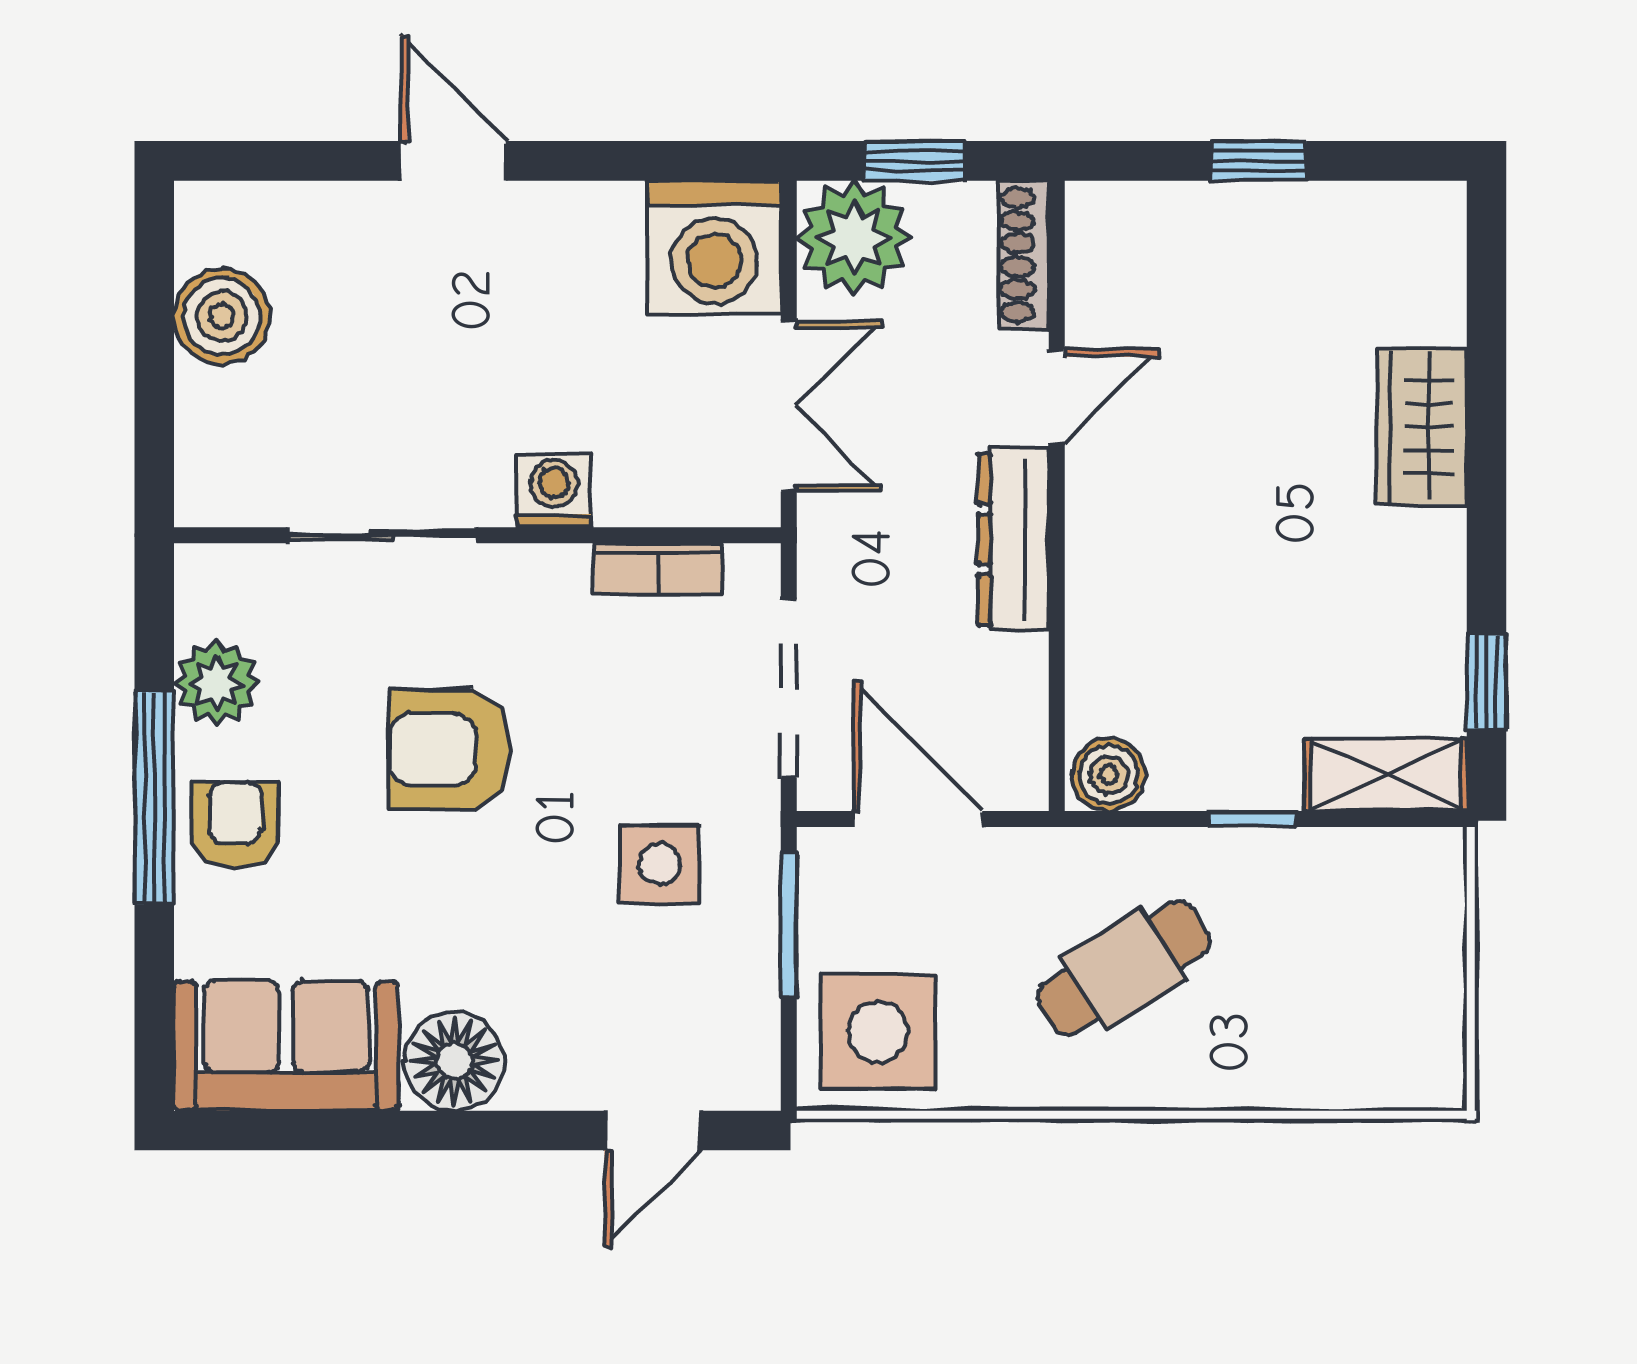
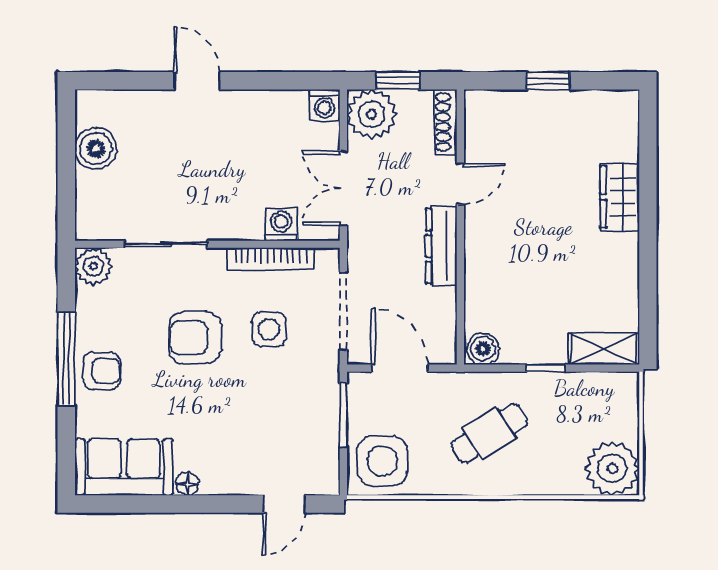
washing machine: (714, 247) -> (324, 105), width x0.53, depth x0.53
double door: (789, 406) -> (343, 188), swing flipped
washing machine: (554, 491) -> (281, 225), moved
bookcase: (658, 569) -> (271, 259), width x1.56
window: (1486, 682) -> (648, 308), removed
plant: (216, 683) -> (93, 266), moved
armchair: (235, 825) -> (102, 371), turned 90
side table: (659, 864) -> (269, 329), moved
plant: (1405, 1049) -> (612, 468), added
floor lamp: (454, 1061) -> (187, 484), width x0.53, depth x0.53

